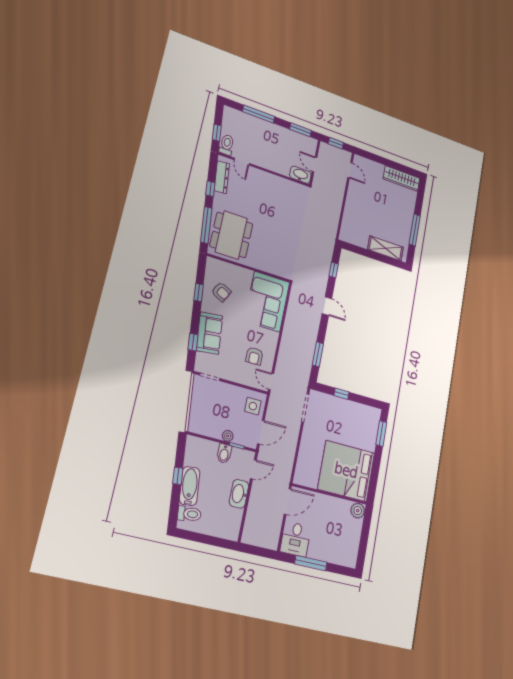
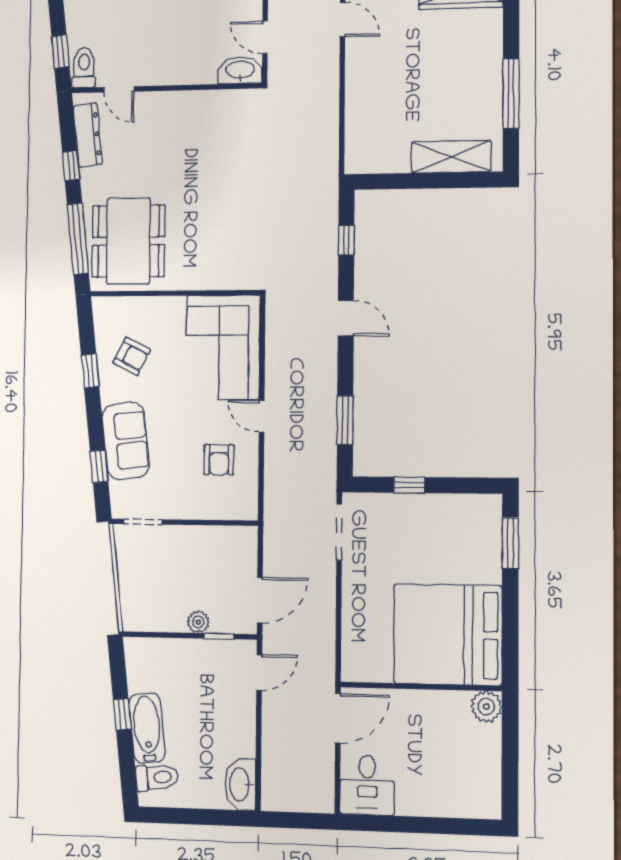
door: (271, 381) -> (262, 416), moved
side table: (253, 406) -> (235, 555), removed
bidet: (224, 453) -> (198, 656), removed
washbasin: (239, 494) -> (240, 784), moved
window: (311, 563) -> (407, 824), removed

